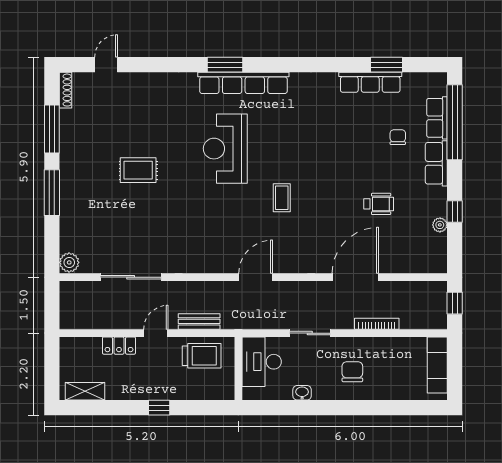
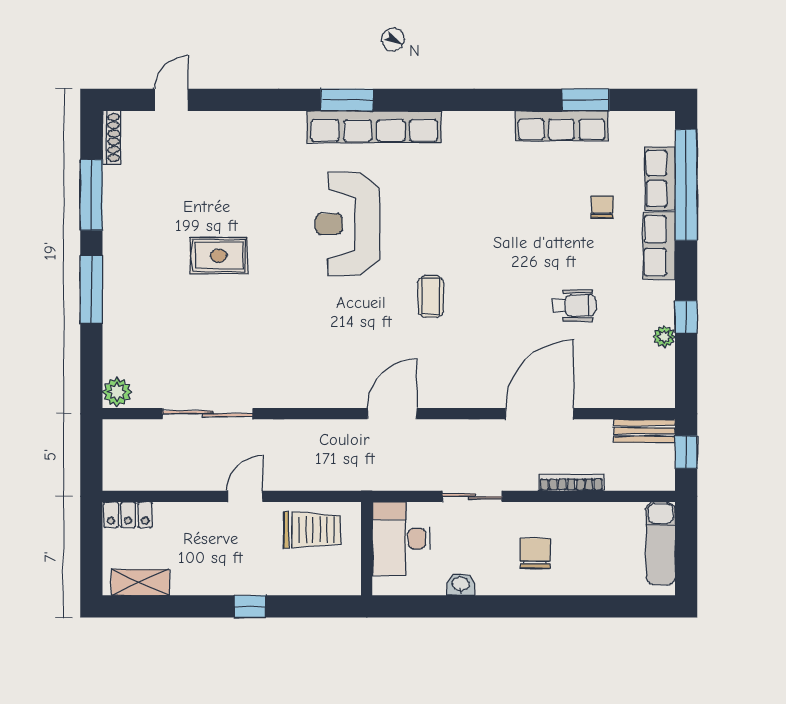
bench: (199, 321) -> (645, 431), moved
locker: (119, 346) -> (128, 515), moved

